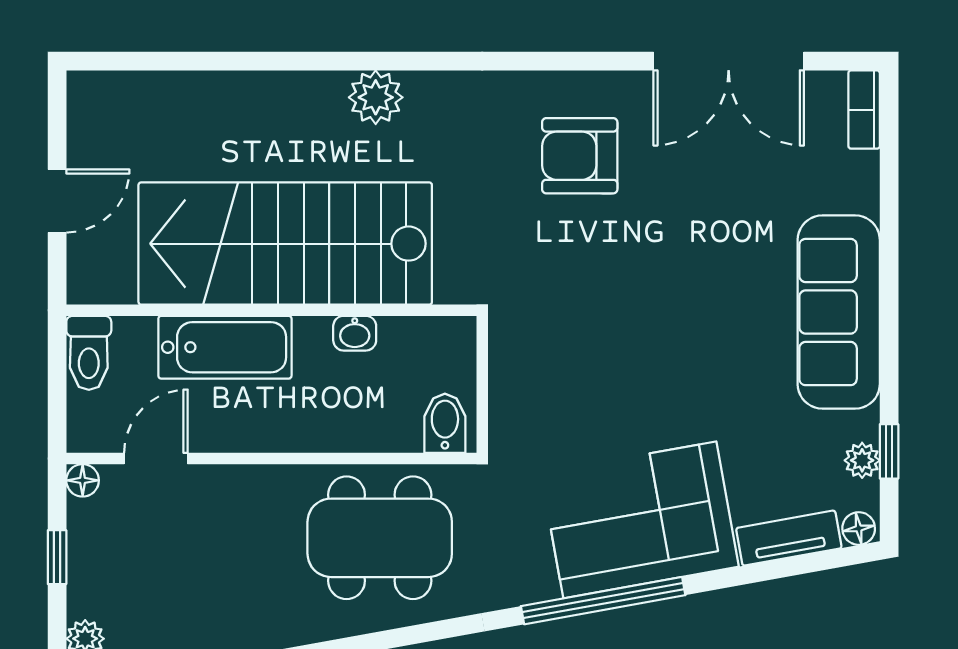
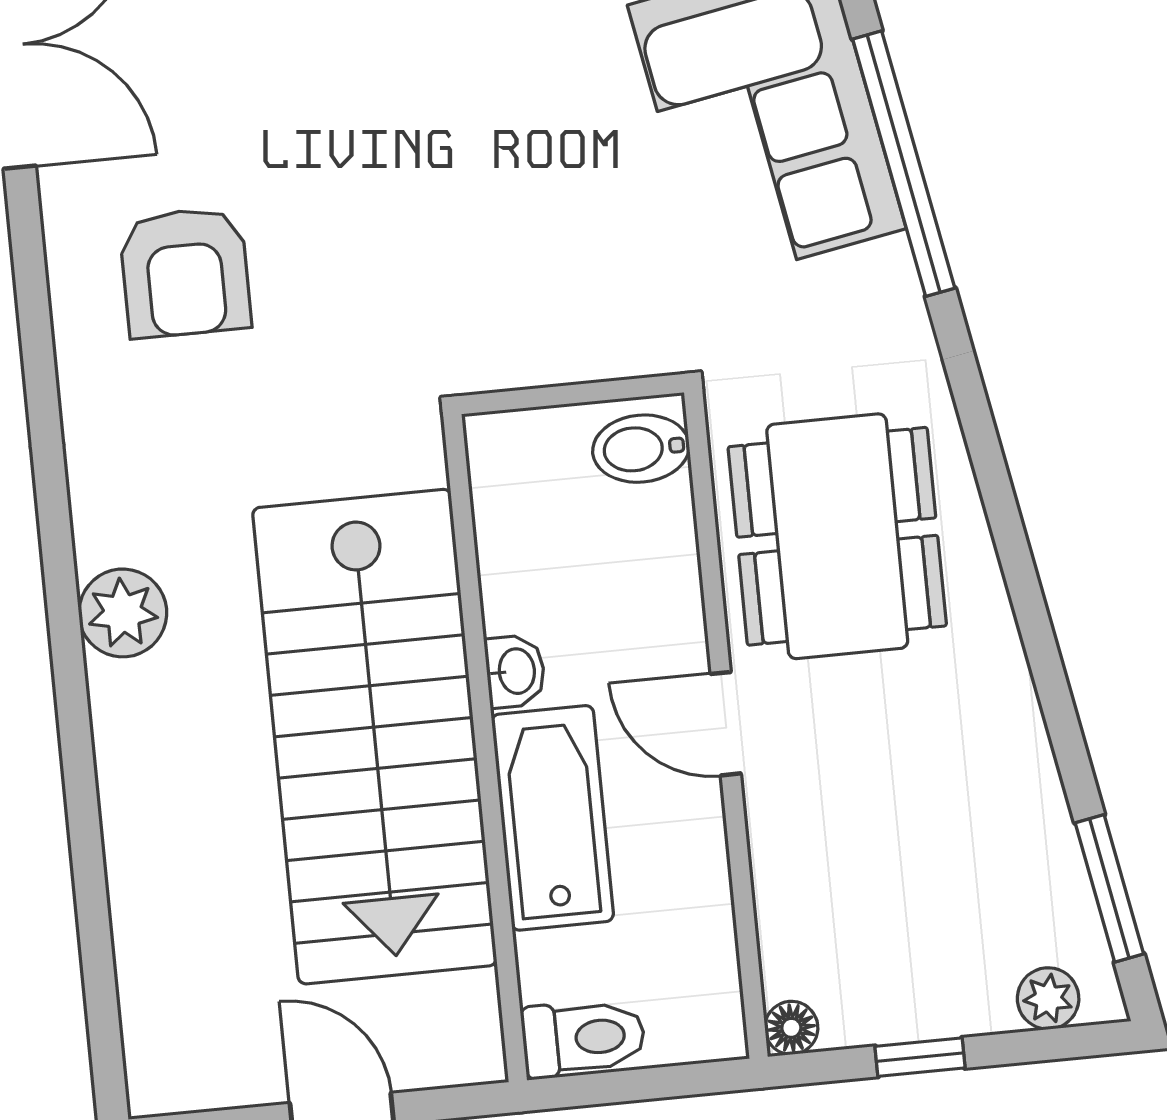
washbasin: (355, 333) -> (515, 671), moved
door: (156, 459) -> (726, 724), moved

